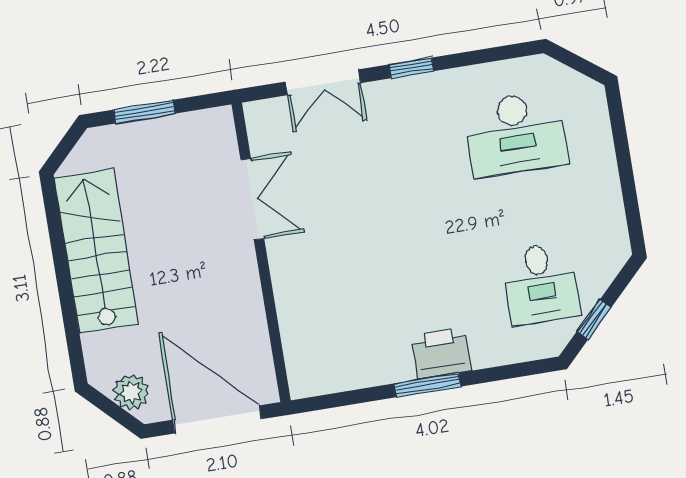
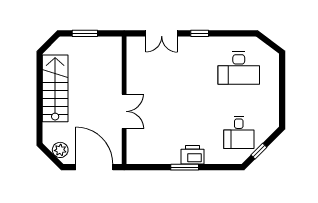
double door: (252, 199) -> (124, 111), moved

